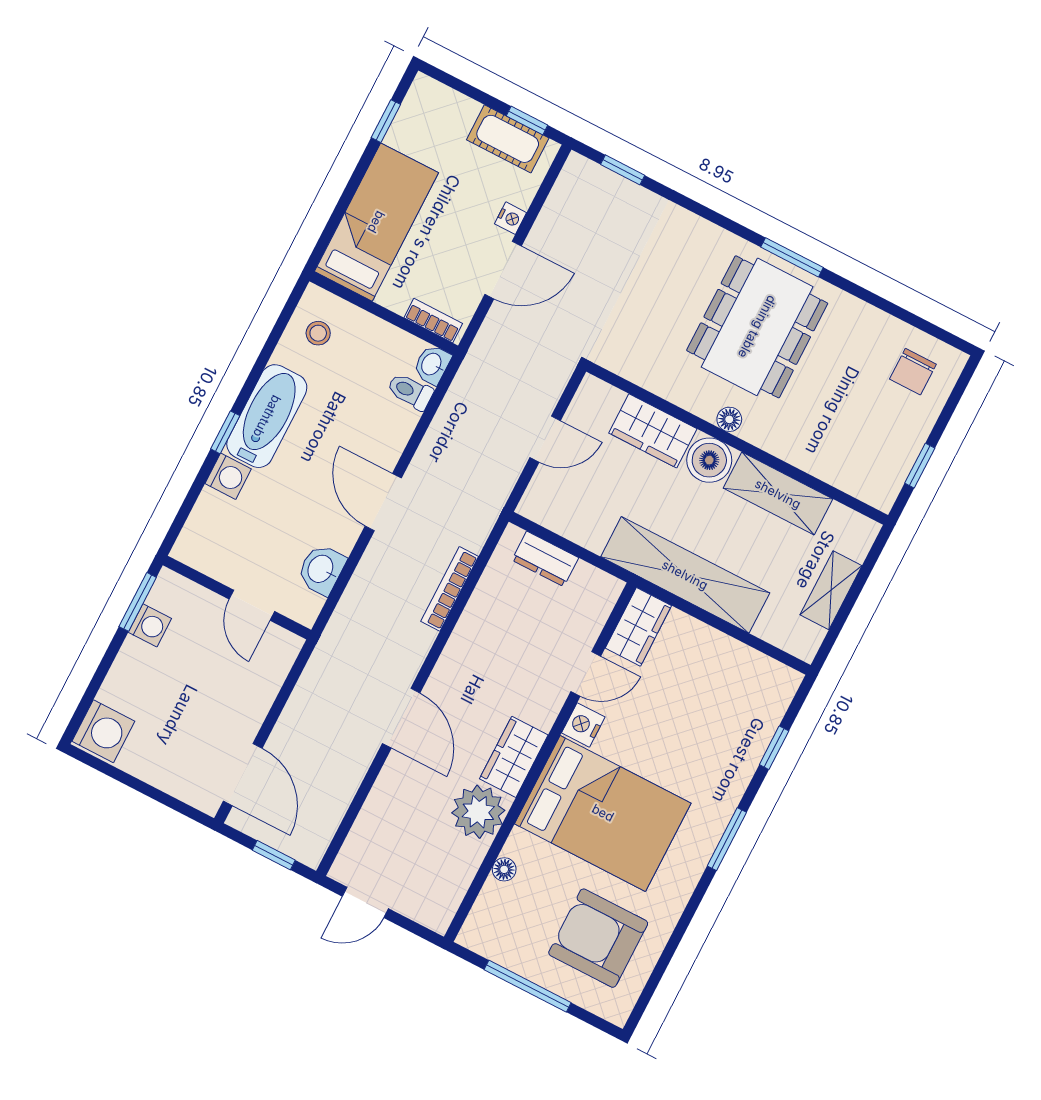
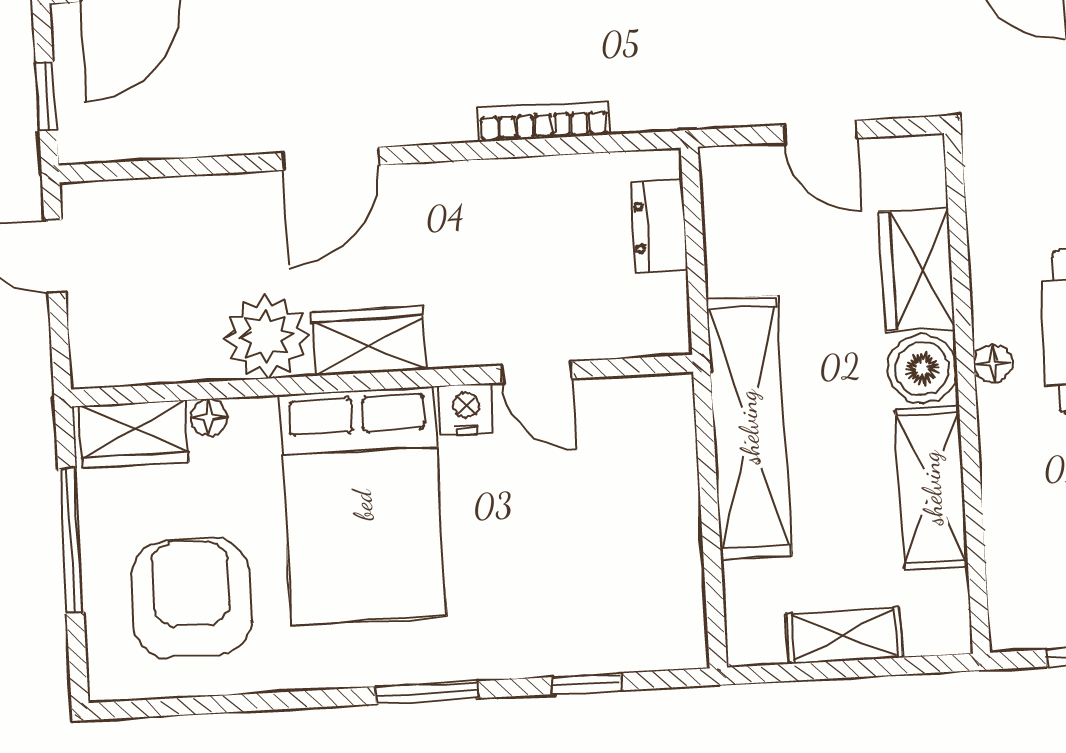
wardrobe: (638, 627) -> (134, 434), moved

